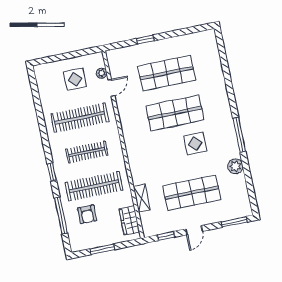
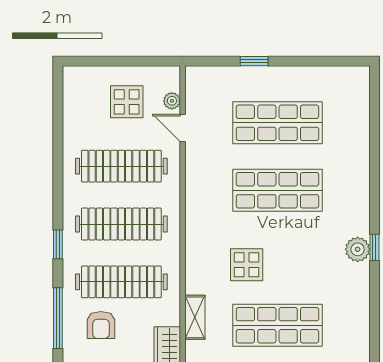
door: (111, 88) -> (183, 128), swing flipped
window: (239, 135) -> (374, 247), width x0.46
display table: (195, 144) -> (247, 265), moved
clothes rail: (87, 152) -> (121, 224), width x1.37, depth x1.31
plant: (235, 166) -> (358, 249), moved

